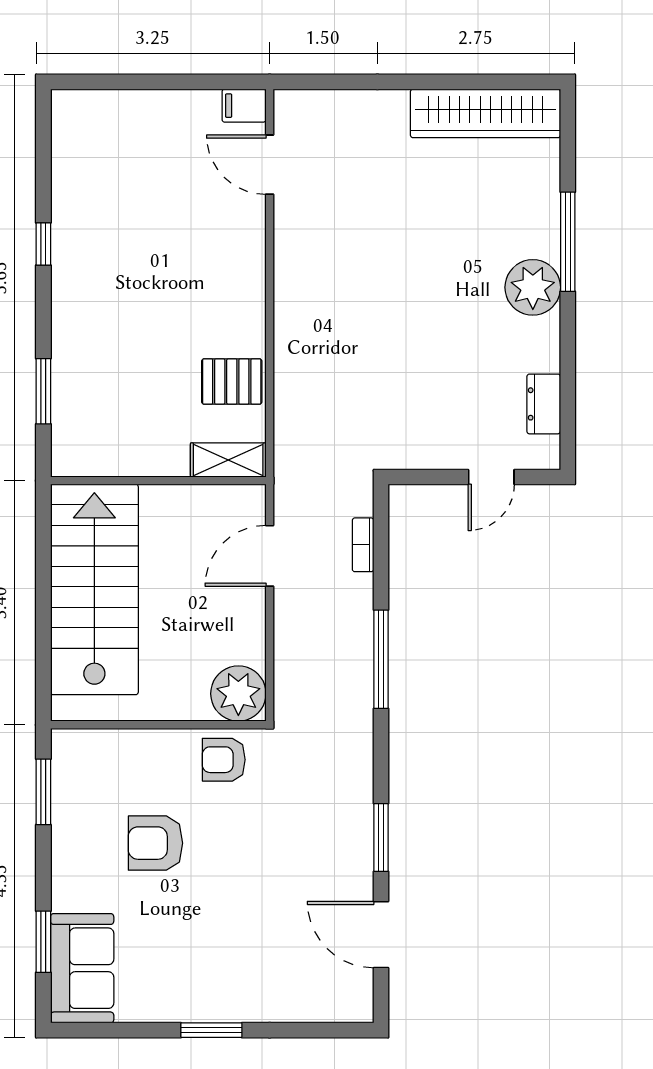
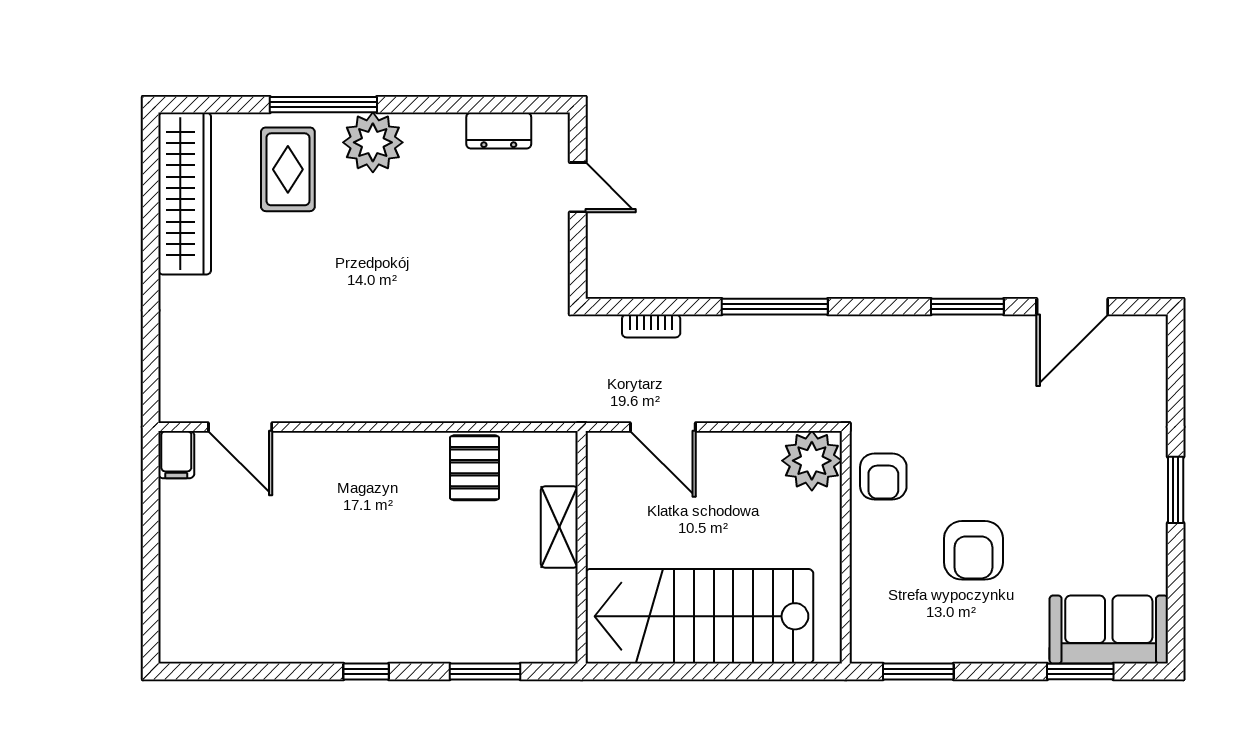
door: (270, 165) -> (240, 427), hinge flipped
rug: (508, 209) -> (288, 169), added
window: (43, 244) -> (366, 671), moved
shelving: (228, 460) -> (559, 527), moved

